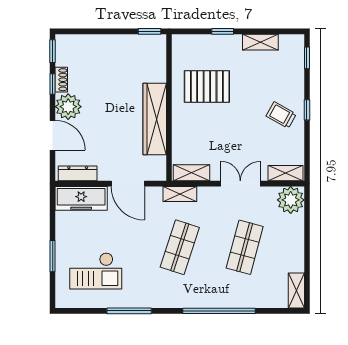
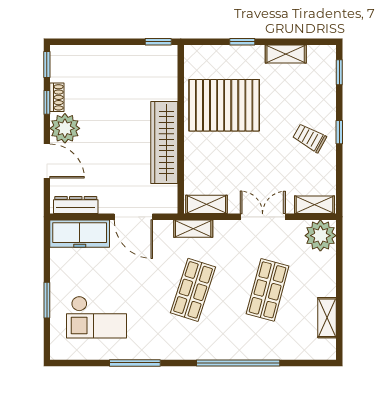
pallet: (207, 87) -> (224, 105), width x1.37, depth x1.41
shelving: (296, 291) -> (327, 318), moved

